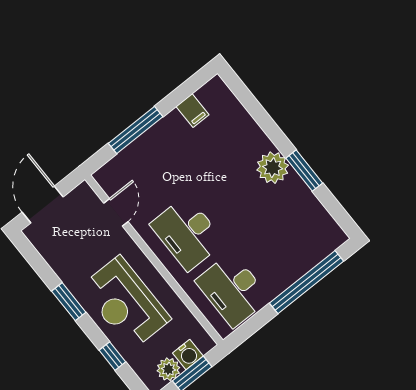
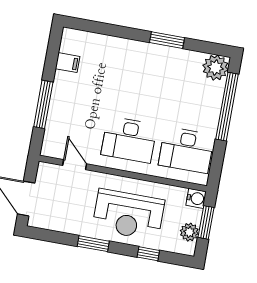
plant: (273, 168) -> (216, 68), moved
water cooler: (188, 355) -> (196, 198), moved

